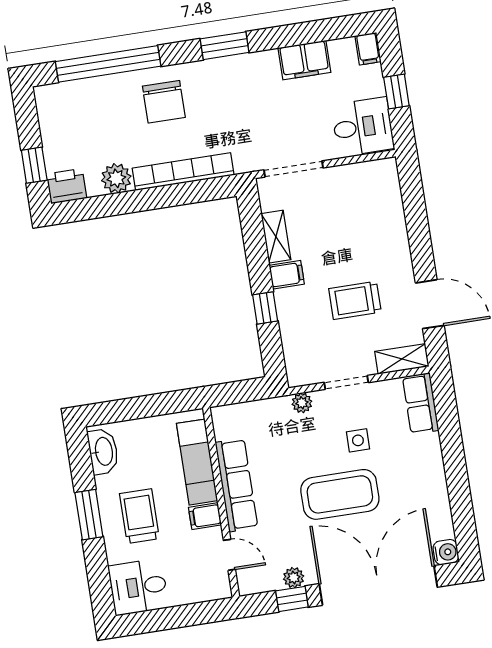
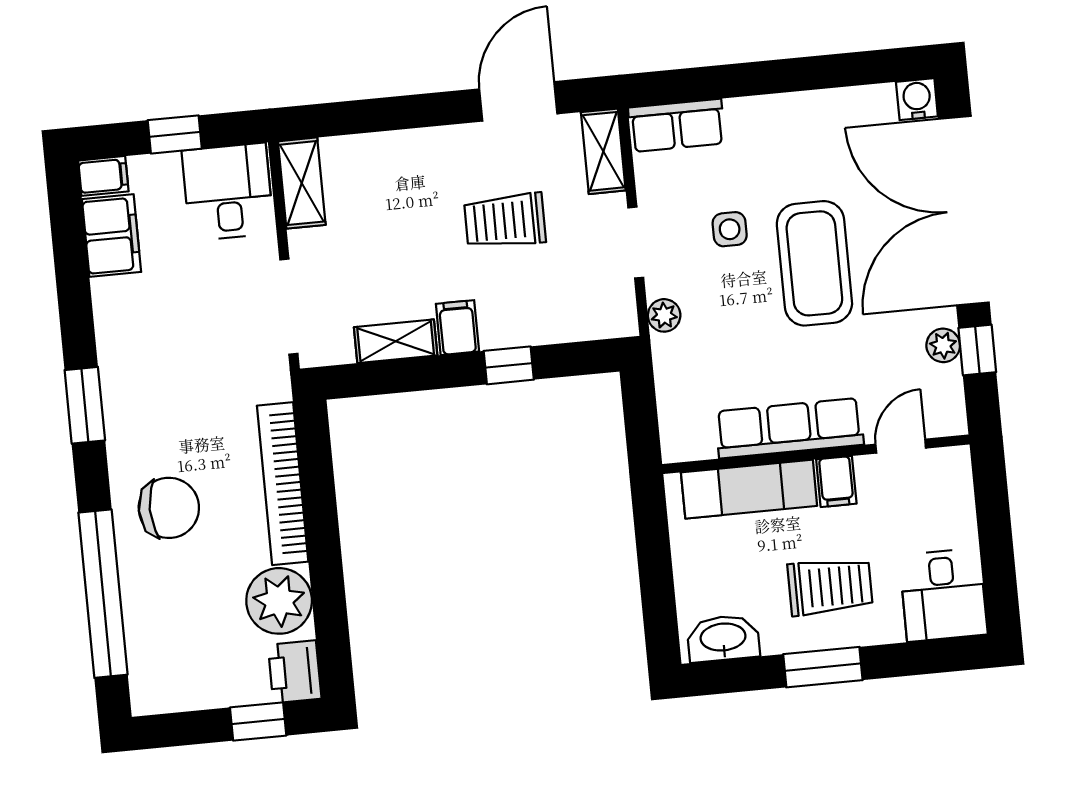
filing cabinet: (304, 60) -> (111, 236), moved
shelving: (371, 172) -> (302, 183), added
plant: (116, 178) -> (279, 601), width x1.36, depth x1.36
trolley: (355, 300) -> (505, 221), turned 90
trolley: (139, 516) -> (830, 587), turned 180

